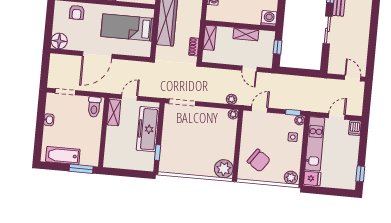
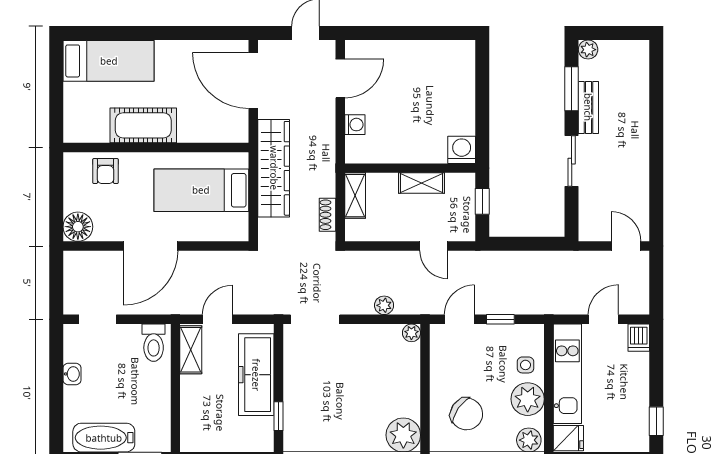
plant: (232, 99) -> (384, 305), moved
window: (293, 112) -> (500, 319), moved
plant: (300, 120) -> (528, 399), moved, width x1.88, depth x1.88

